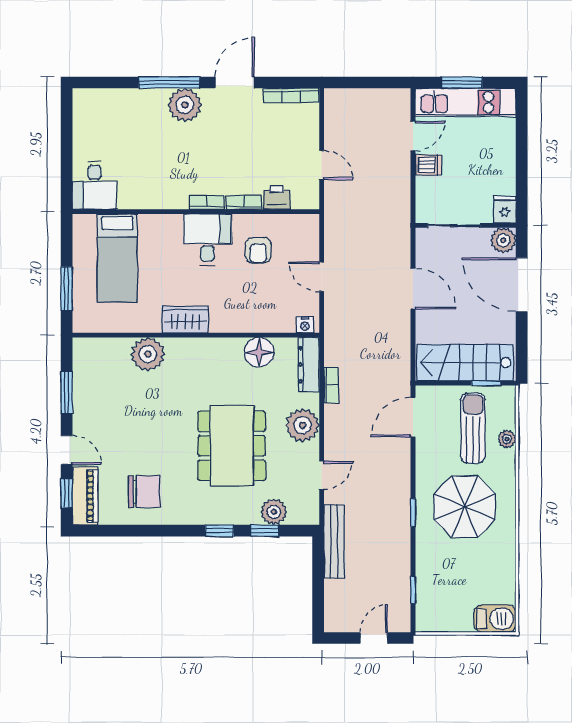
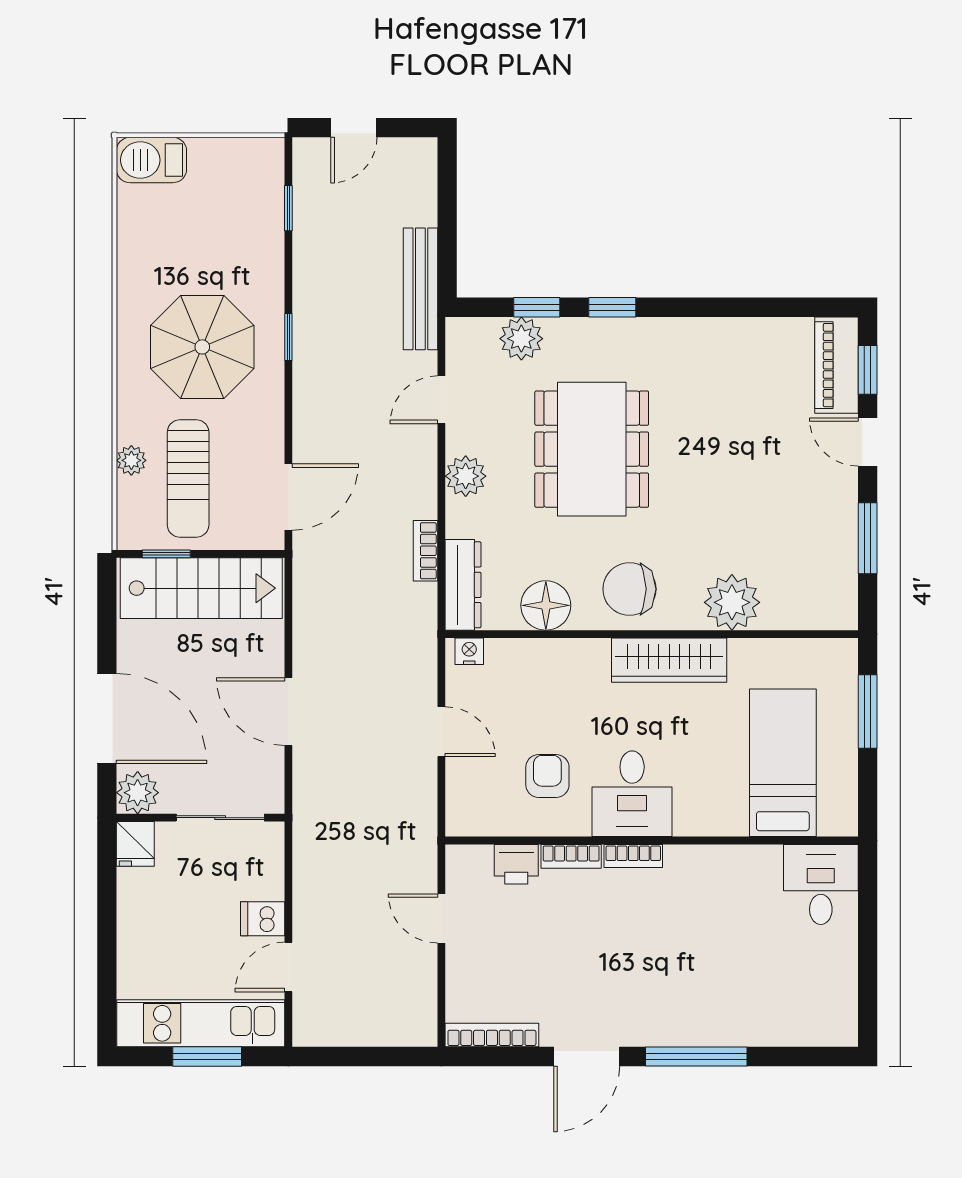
plant: (185, 105) -> (670, 1019), removed
wardrobe: (185, 320) -> (669, 660), width x1.50
plant: (303, 425) -> (466, 476), width x0.73, depth x0.73
chair: (144, 492) -> (629, 589), moved

